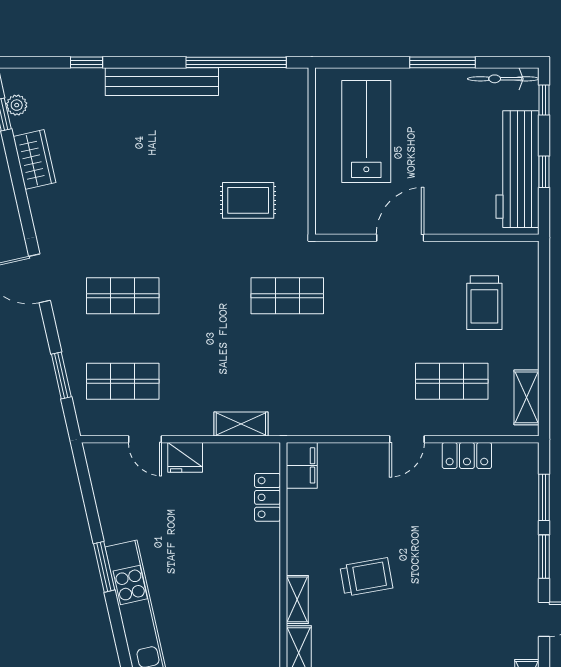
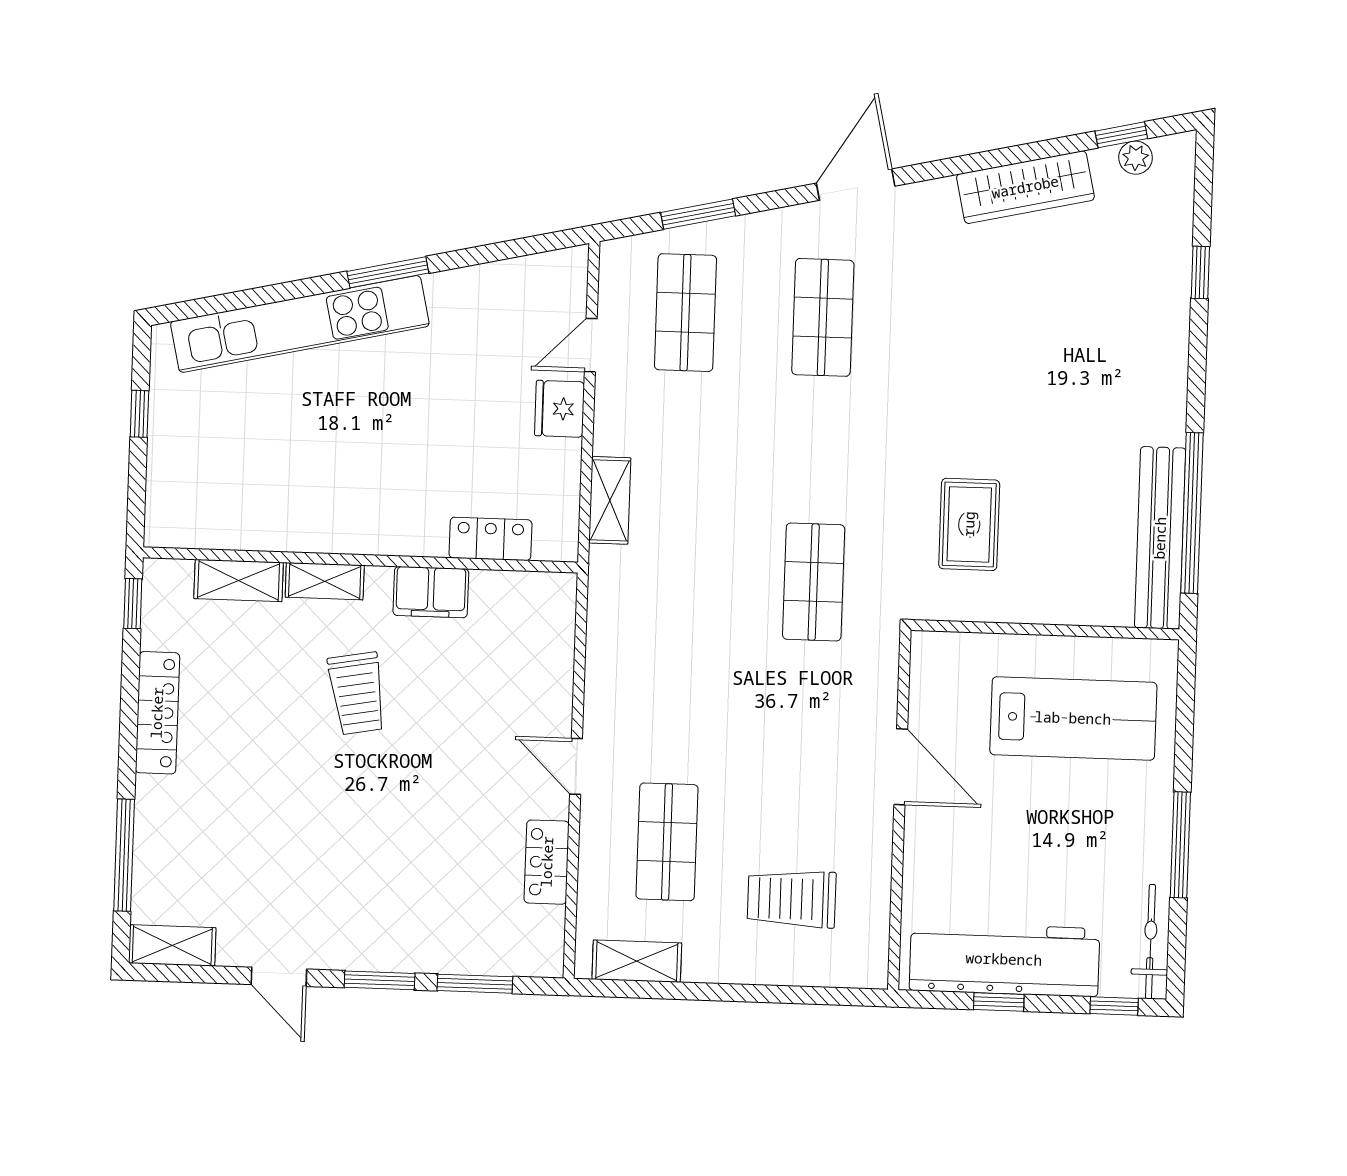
bench: (162, 82) -> (1160, 538), moved
wardrobe: (34, 160) -> (1025, 187), width x1.50
filing cabinet: (302, 465) -> (431, 592), moved

